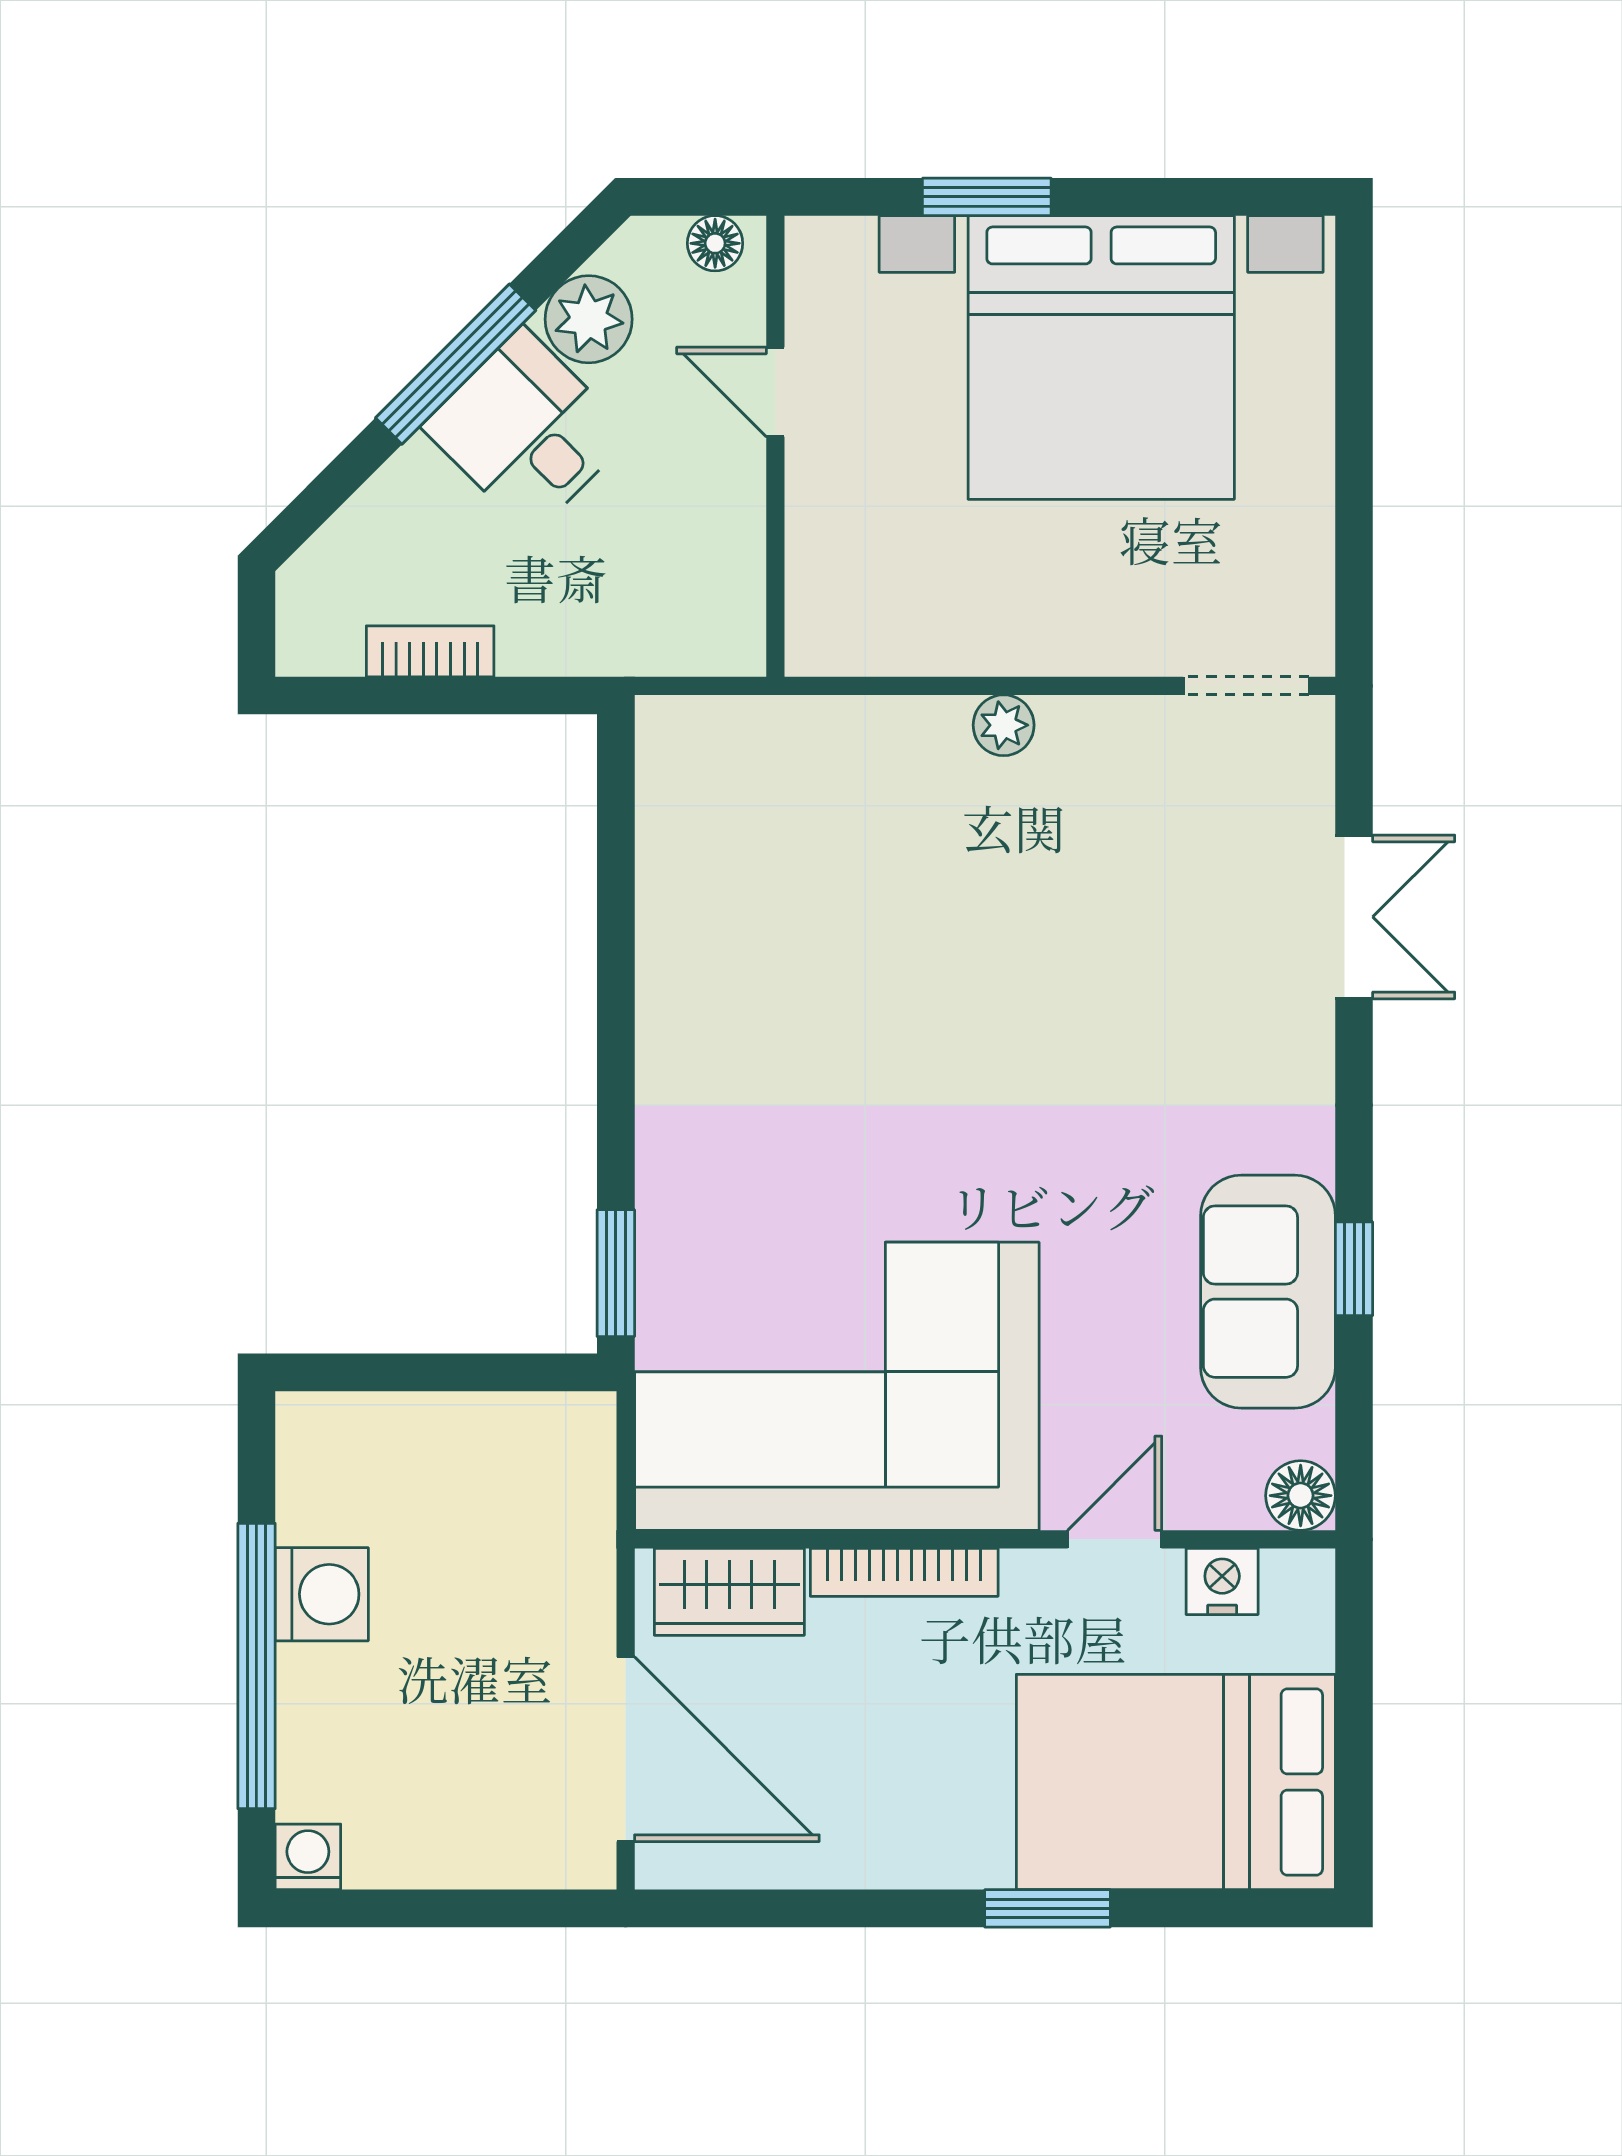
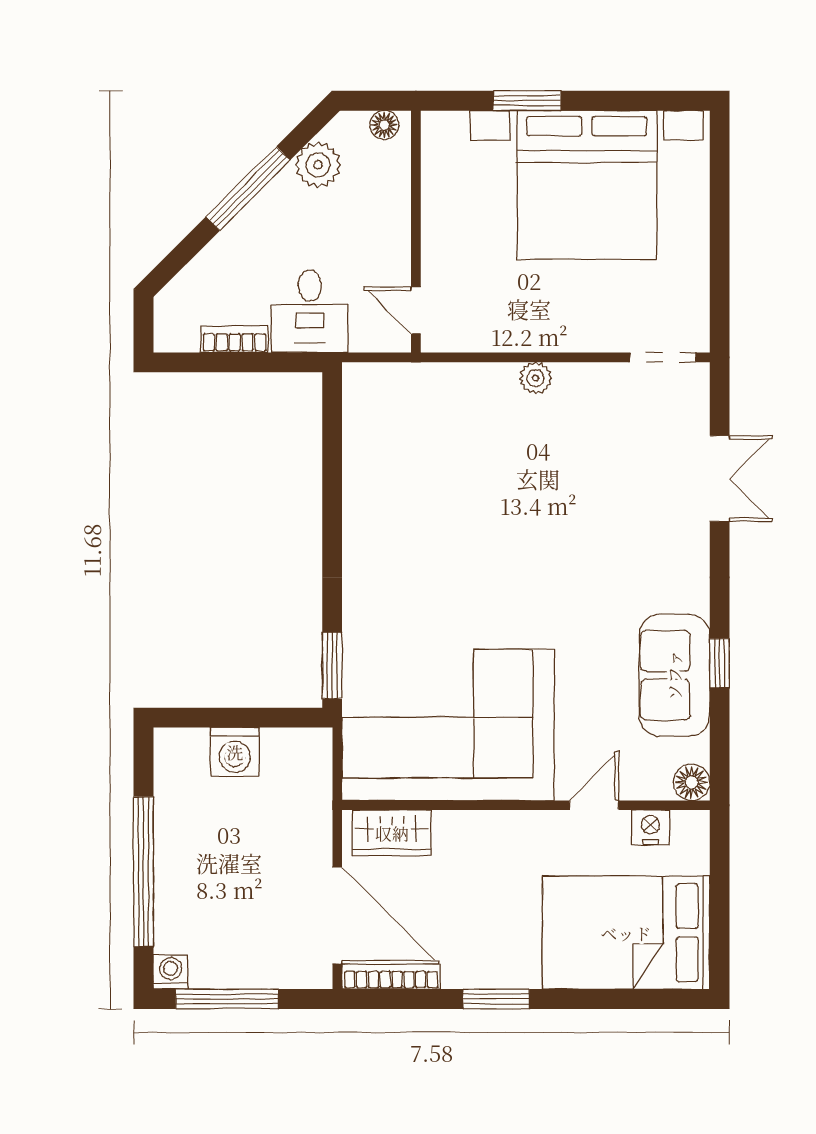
door: (775, 392) -> (416, 310), moved
desk: (527, 431) -> (310, 311), moved, turned -135
bookcase: (904, 1572) -> (391, 977), moved, turned 180
washing machine: (322, 1594) -> (235, 752), moved, turned 90
window: (416, 1908) -> (227, 999), added
window: (1048, 1908) -> (496, 999), moved

